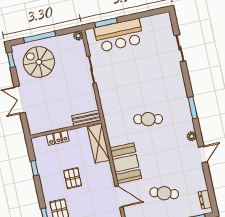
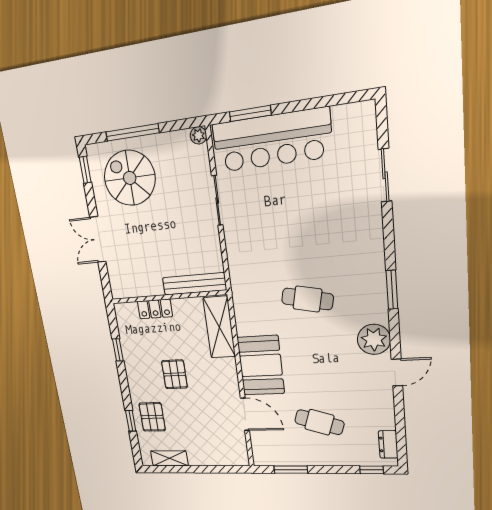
bar counter: (119, 35) -> (272, 140), width x1.36
bench: (86, 118) -> (194, 284), width x1.36
plant: (192, 136) -> (374, 339), width x1.88, depth x1.88

